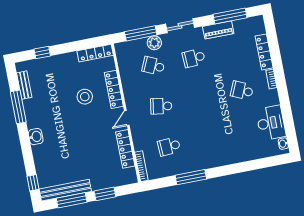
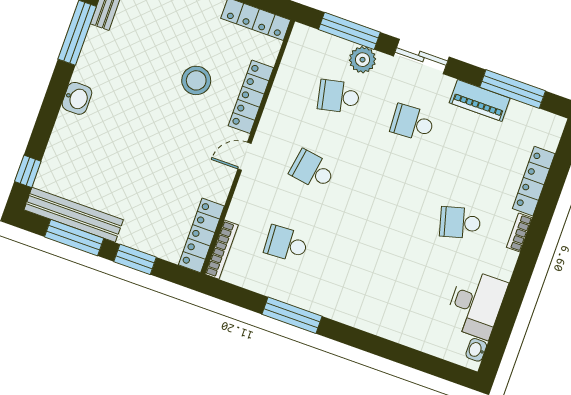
school desk: (153, 66) -> (339, 96), turned -36
school desk: (242, 90) -> (460, 223), turned -39
locker: (125, 149) -> (201, 235), moved

